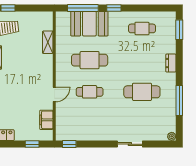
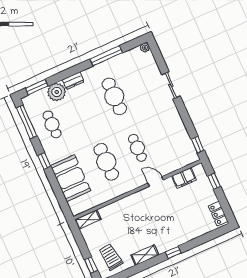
window: (83, 8) -> (27, 122), moved
shelving: (48, 42) -> (88, 219), moved
plant: (168, 45) -> (57, 92), added

